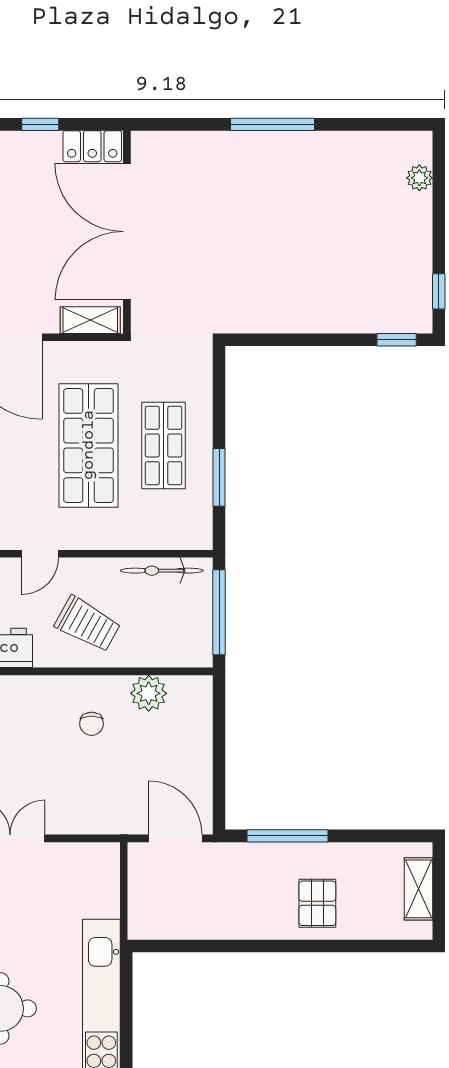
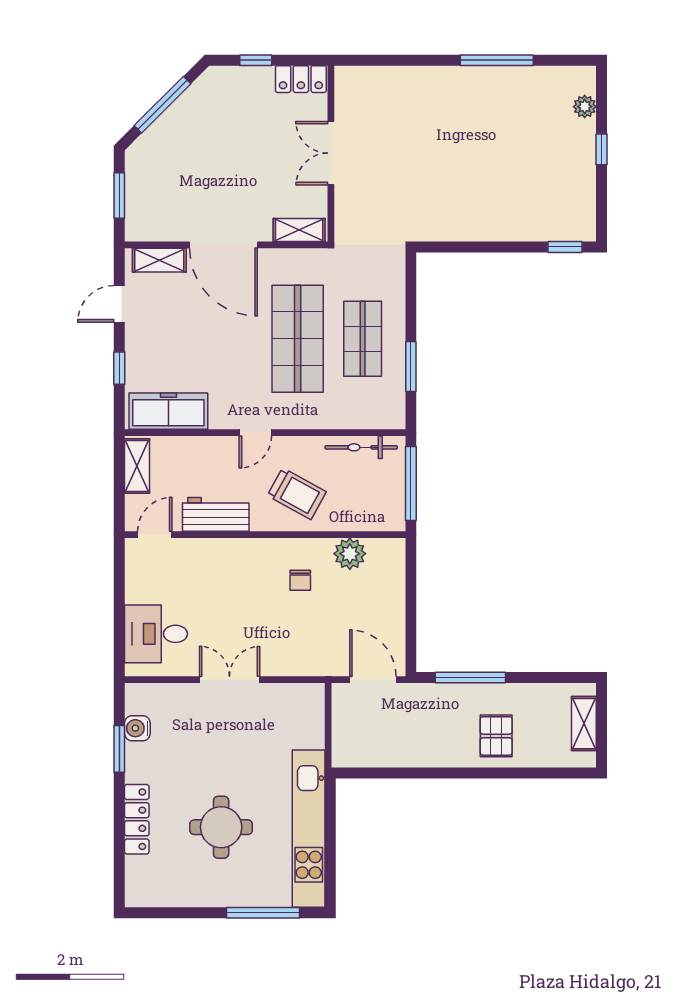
window: (273, 124) -> (497, 60), moved
double door: (127, 232) -> (331, 153), width x0.54
window: (439, 291) -> (601, 149), moved

